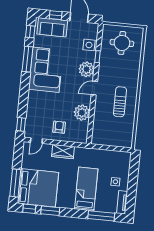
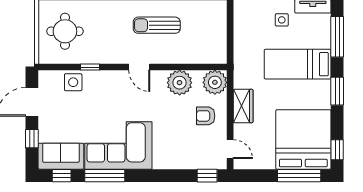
sofa: (52, 27) -> (61, 156), moved, turned -90
plant: (86, 69) -> (215, 82), moved
window: (50, 211) -> (337, 91), moved

